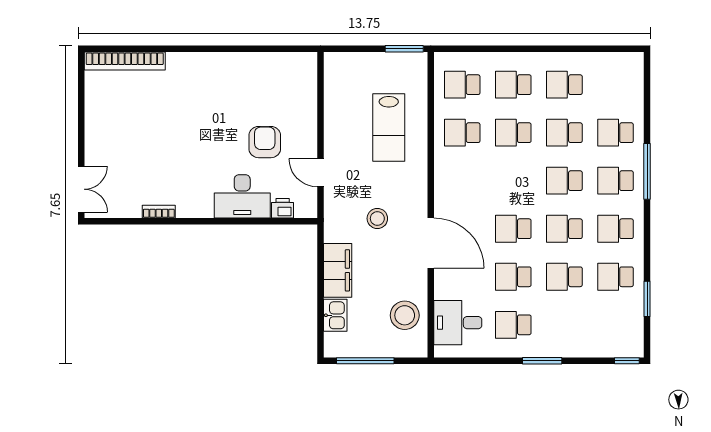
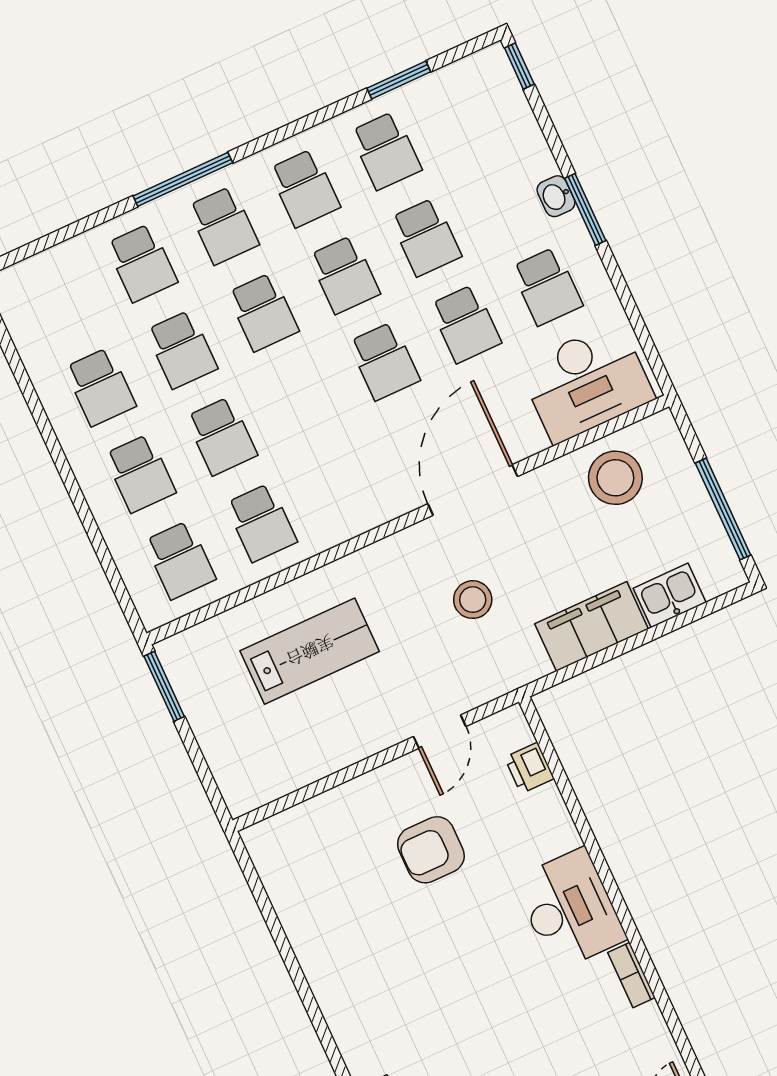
desk: (242, 196) -> (570, 909), moved
desk: (458, 323) -> (586, 382), width x1.37
washbasin: (555, 349) -> (556, 196), added

